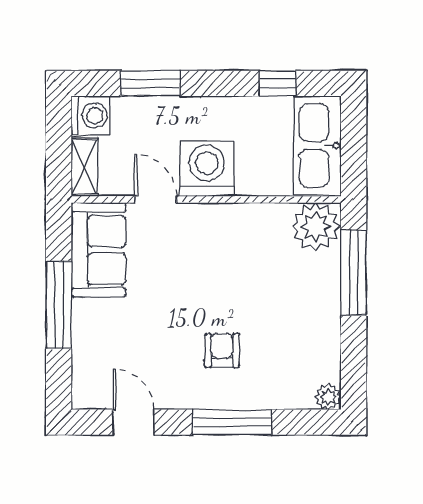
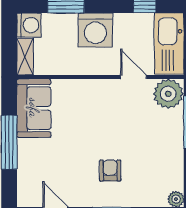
washing machine: (207, 169) -> (95, 30), moved, turned 180
door: (156, 199) -> (133, 77), moved

